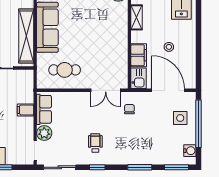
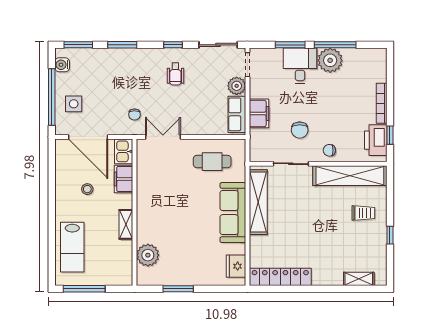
filing cabinet: (26, 110) -> (259, 113), width x2.00

